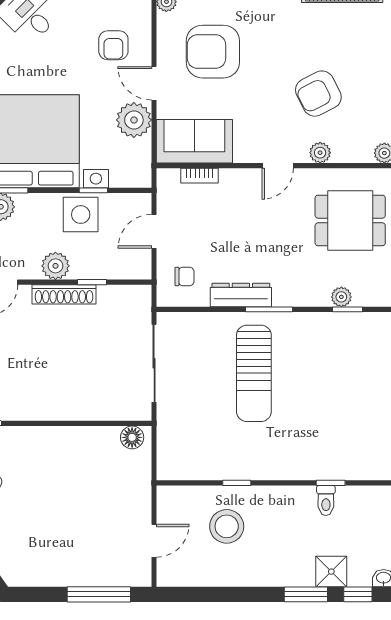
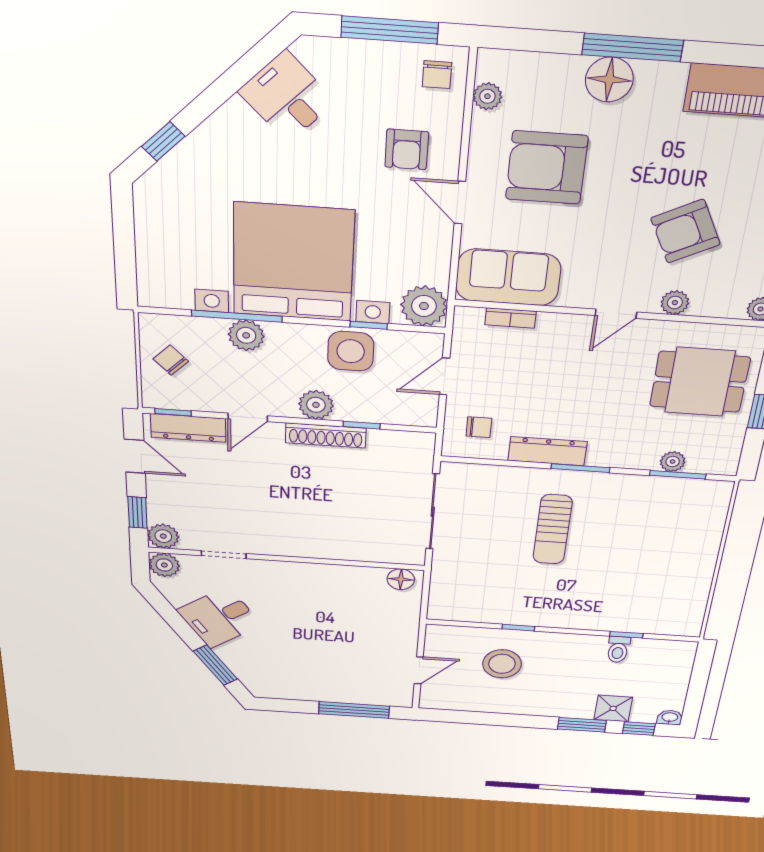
plant: (134, 120) -> (424, 306), moved
window: (347, 309) -> (678, 475), width x1.50
sun lounger: (254, 373) -> (553, 530), width x0.73, depth x0.75

